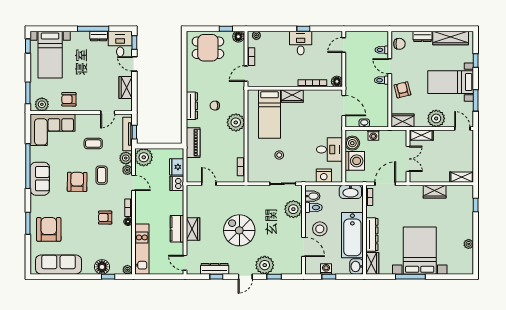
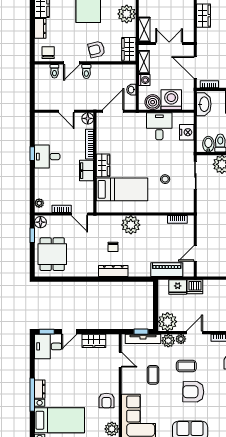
window: (93, 29) -> (32, 395), moved
dresser: (99, 36) -> (40, 389), moved
door: (344, 45) -> (66, 111), moved
filing cabinet: (287, 80) -> (87, 171), added
shelving: (391, 135) -> (144, 62), added
piano: (193, 143) -> (167, 270), moved

